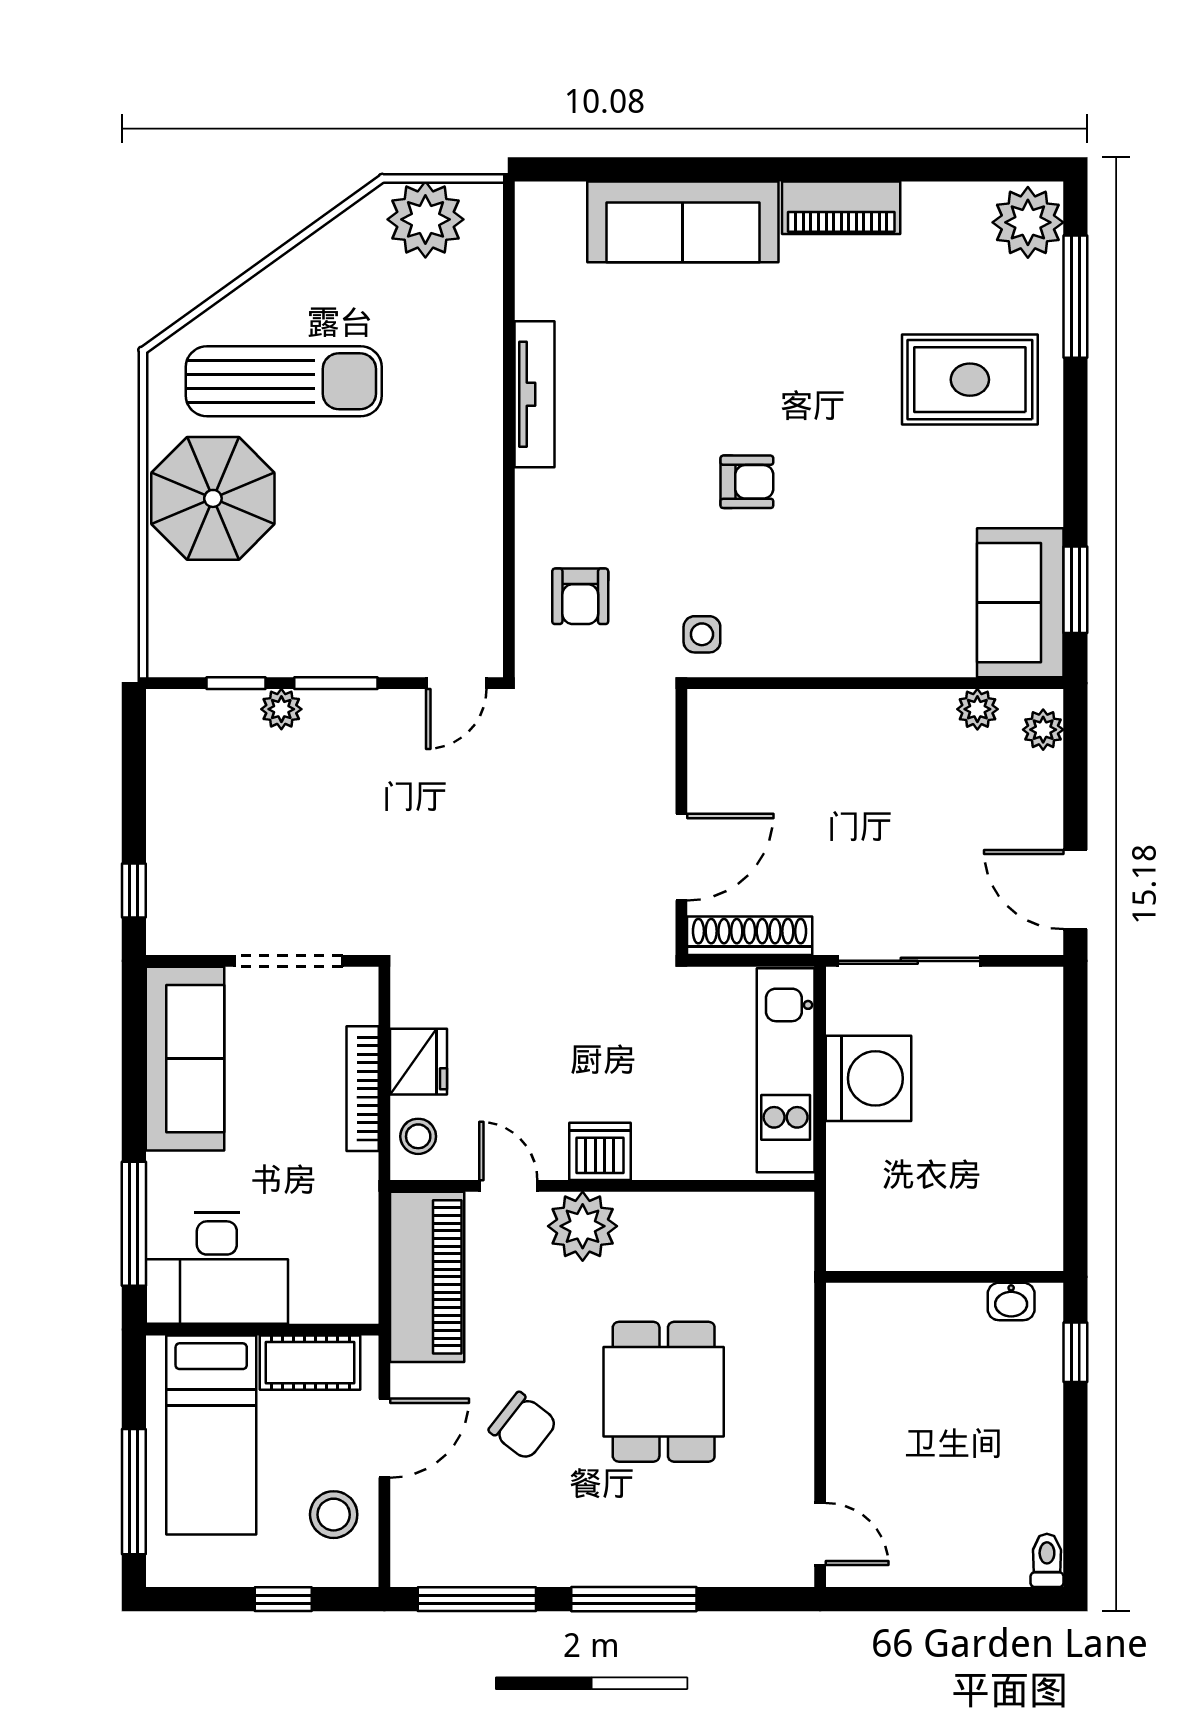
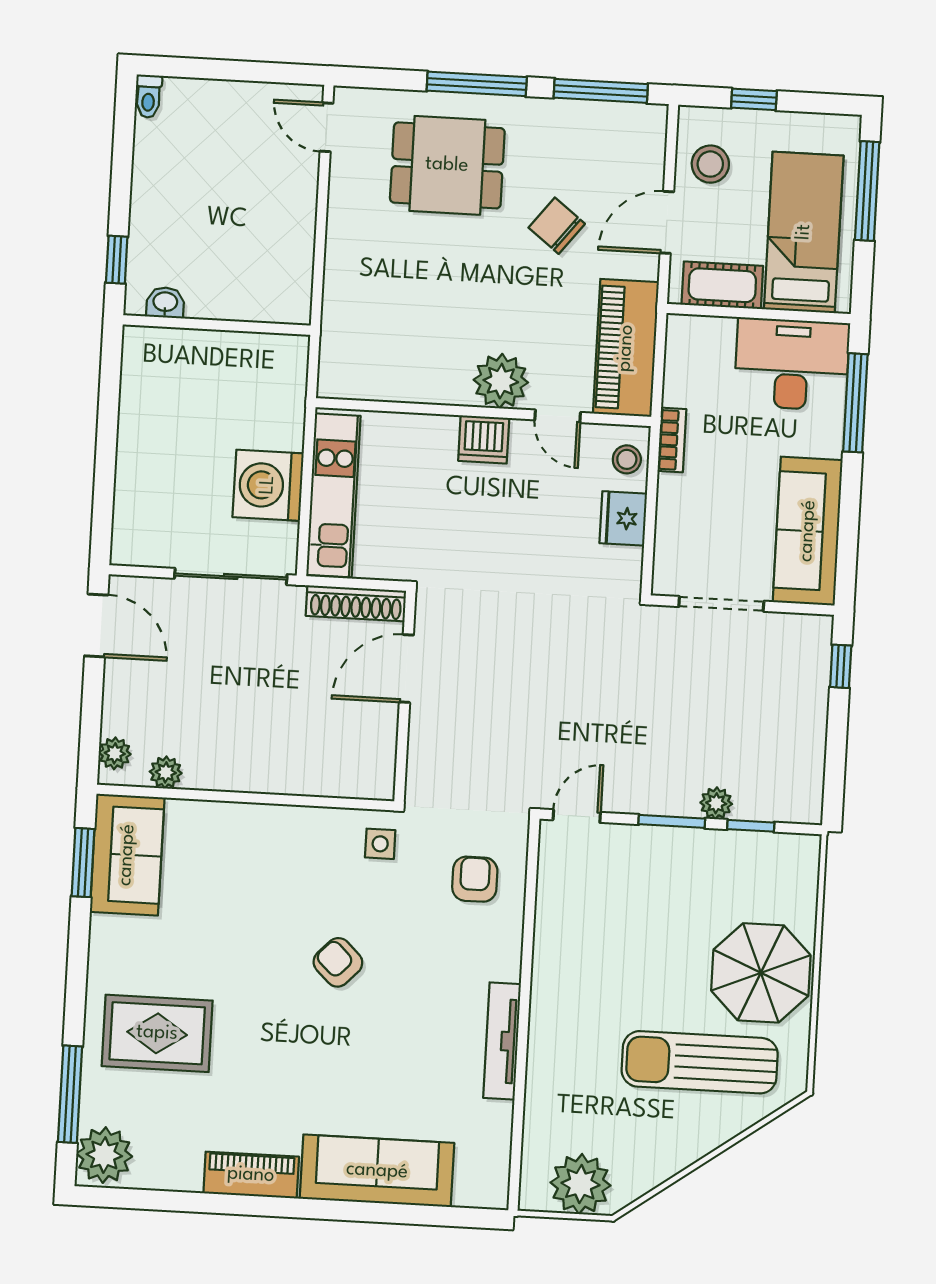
armchair: (747, 482) -> (338, 962), turned 44
bookcase: (363, 1089) -> (672, 440), moved, width x0.64
dining table: (664, 1392) -> (447, 165), moved, turned 90

